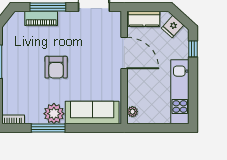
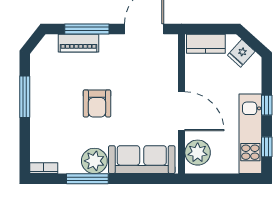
window: (193, 49) -> (267, 105), moved
door: (124, 53) -> (181, 111), moved
window: (193, 102) -> (267, 147), added
plant: (132, 112) -> (198, 153), width x1.88, depth x1.88

